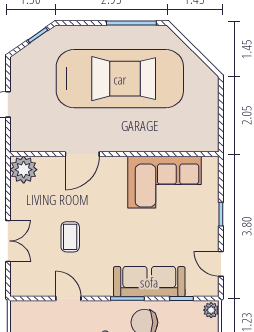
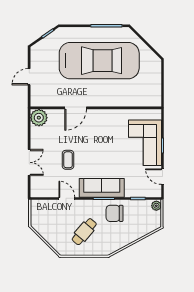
corner sofa: (165, 182) -> (145, 143), moved, turned 90
sofa: (149, 282) -> (102, 188), moved

